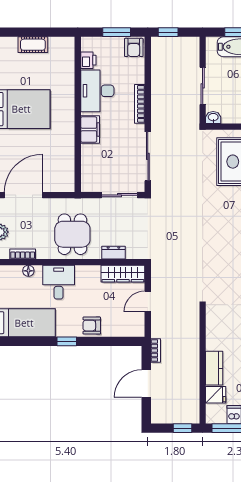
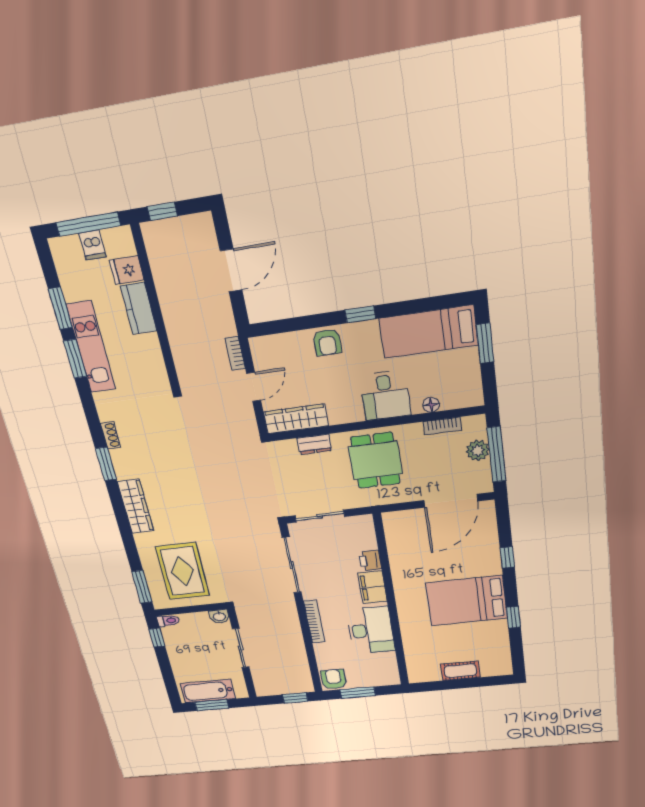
printer: (88, 60) -> (370, 561), moved
armchair: (92, 326) -> (327, 342), turned 90
bookcase: (156, 351) -> (235, 353), moved

